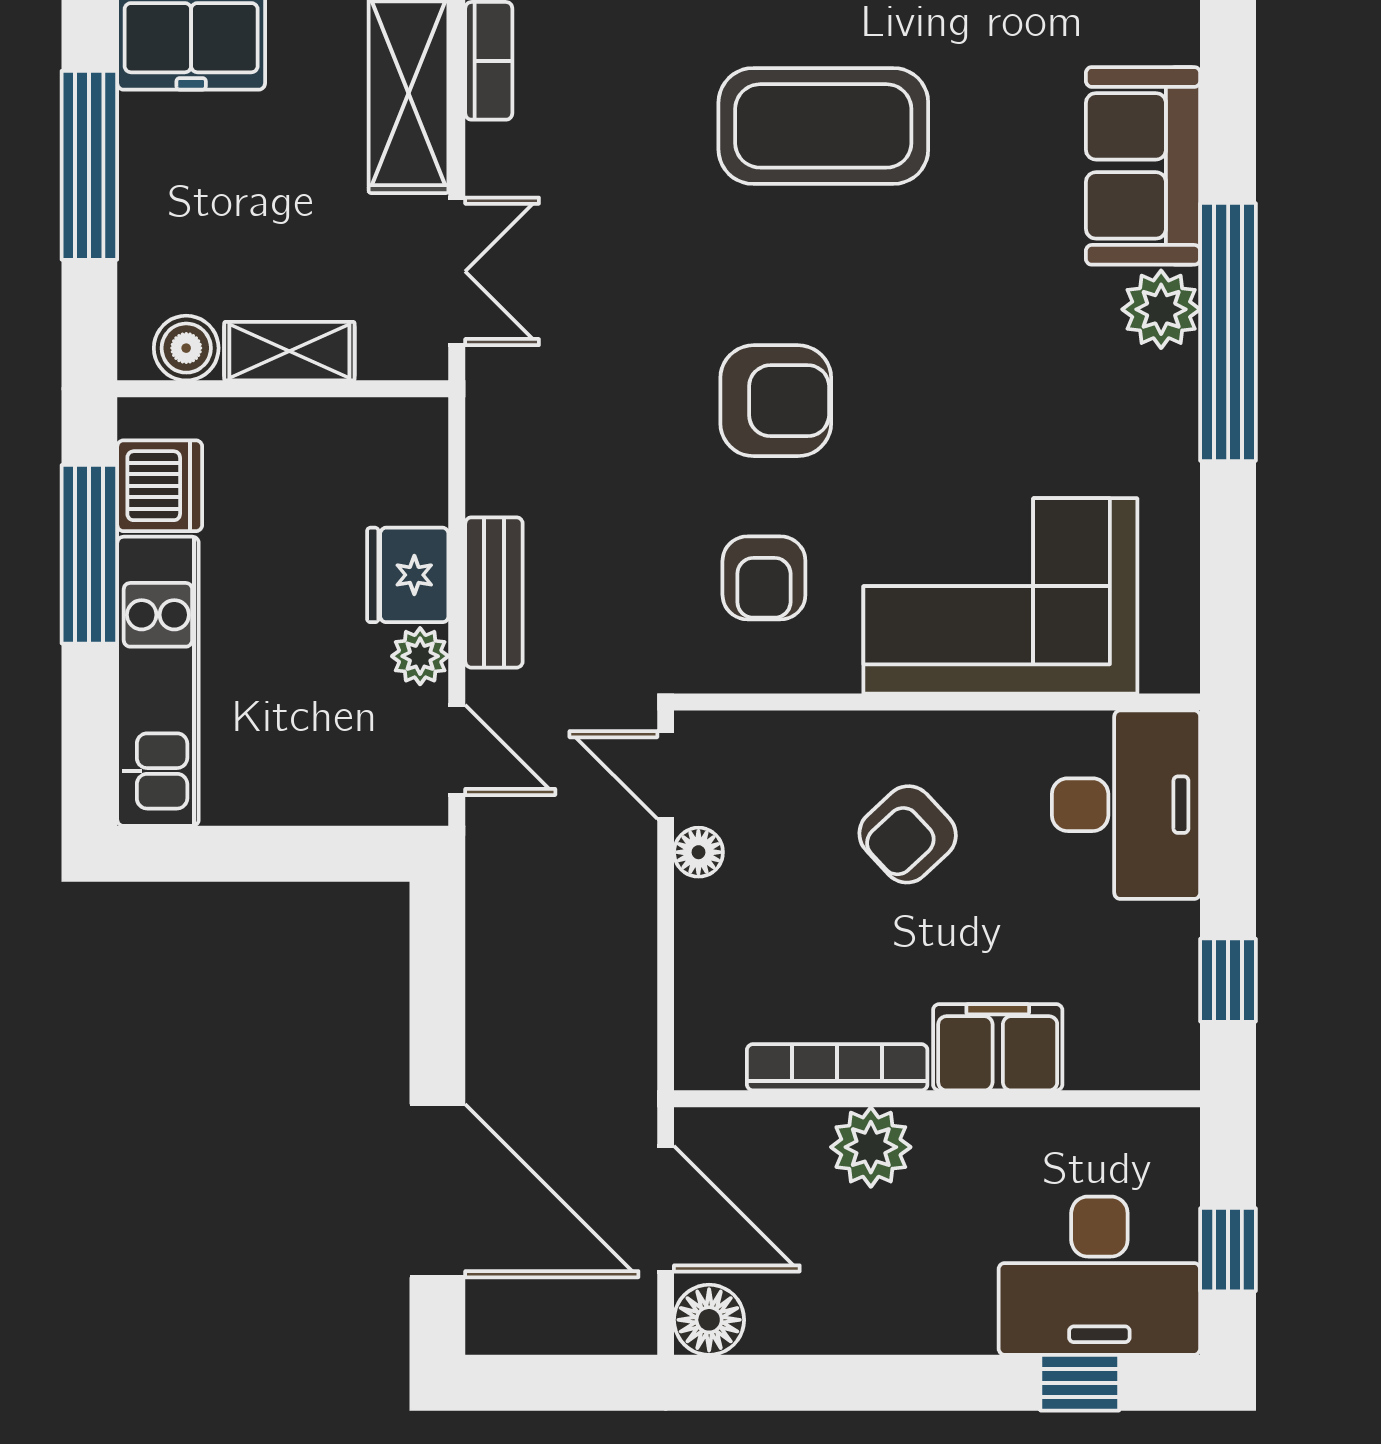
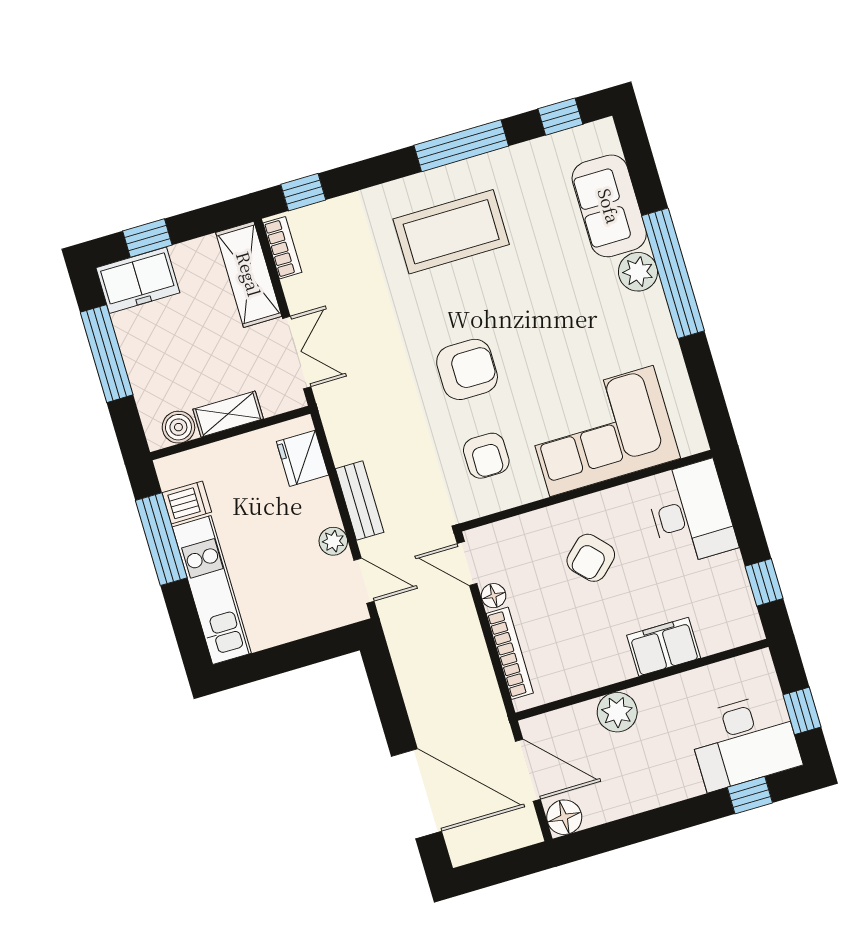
dishwasher: (160, 486) -> (187, 502), width x0.73
fridge: (408, 575) -> (302, 458), moved
bookcase: (837, 1067) -> (510, 653), moved, turned 90

